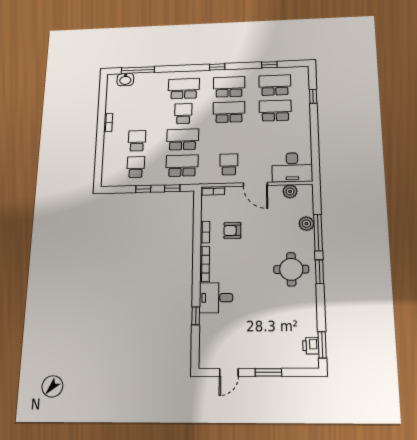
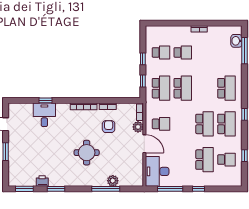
school desk: (275, 85) -> (226, 160), width x0.54
window: (313, 96) -> (198, 189), moved
school desk: (183, 114) -> (205, 88), removed
window: (315, 151) -> (170, 189), added
door: (255, 184) -> (144, 144), swing flipped
plant: (290, 191) -> (138, 127), moved
round table: (291, 269) -> (87, 153), moved
window: (319, 272) -> (56, 189), moved
desk: (216, 298) -> (44, 115), moved
printer: (311, 346) -> (42, 181), moved

